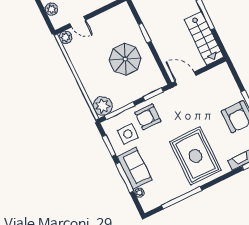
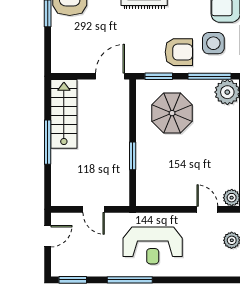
parasol: (125, 59) -> (172, 113), moved
door: (186, 78) -> (110, 76), swing flipped

